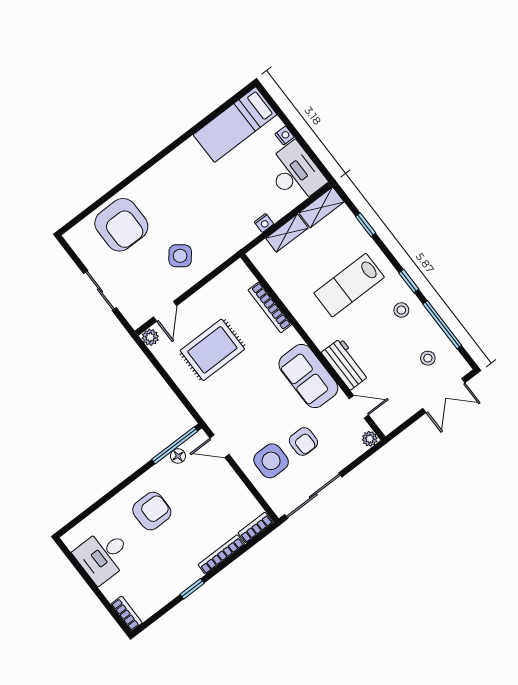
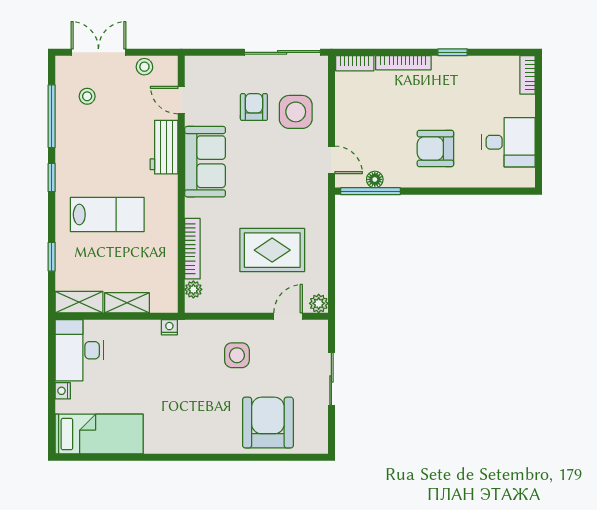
nightstand: (264, 223) -> (169, 327), moved
side table: (180, 256) -> (237, 355), turned -38
stool: (401, 310) -> (144, 67), moved
plant: (370, 439) -> (193, 289), moved

